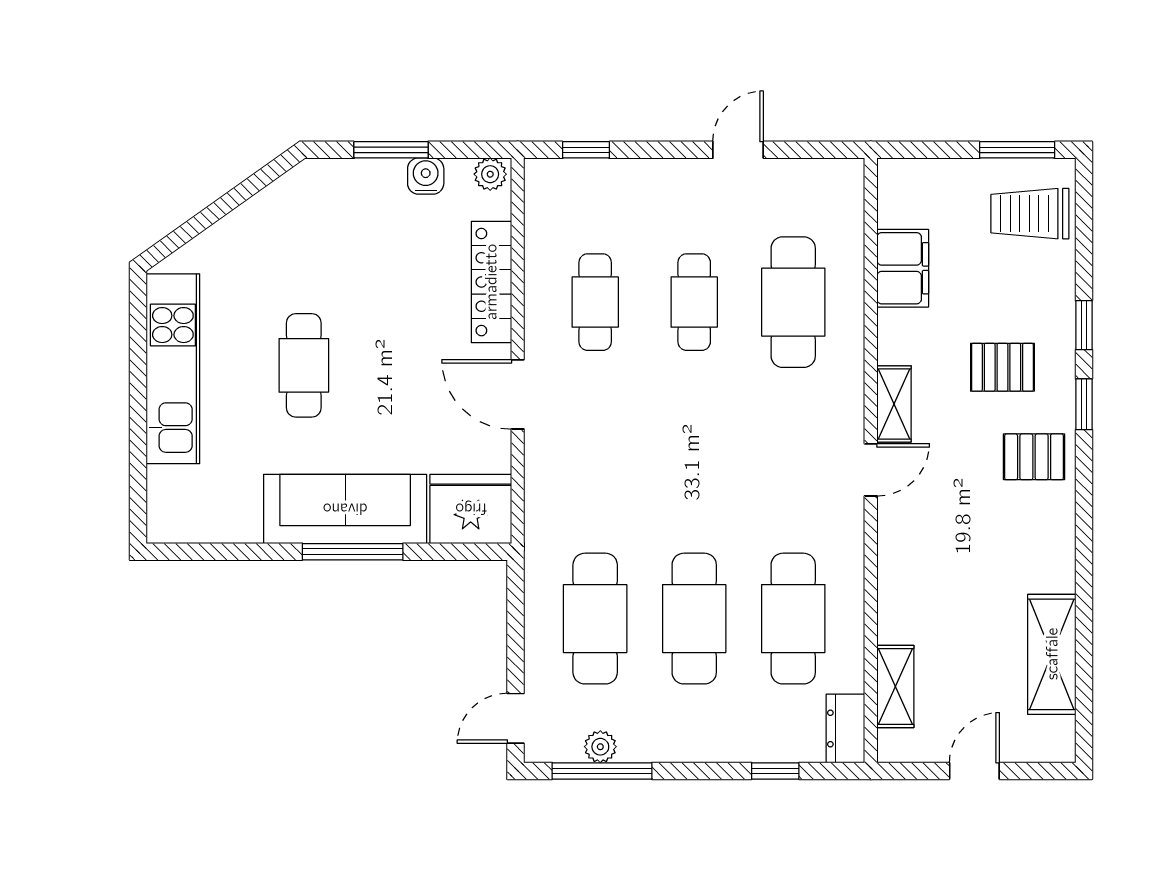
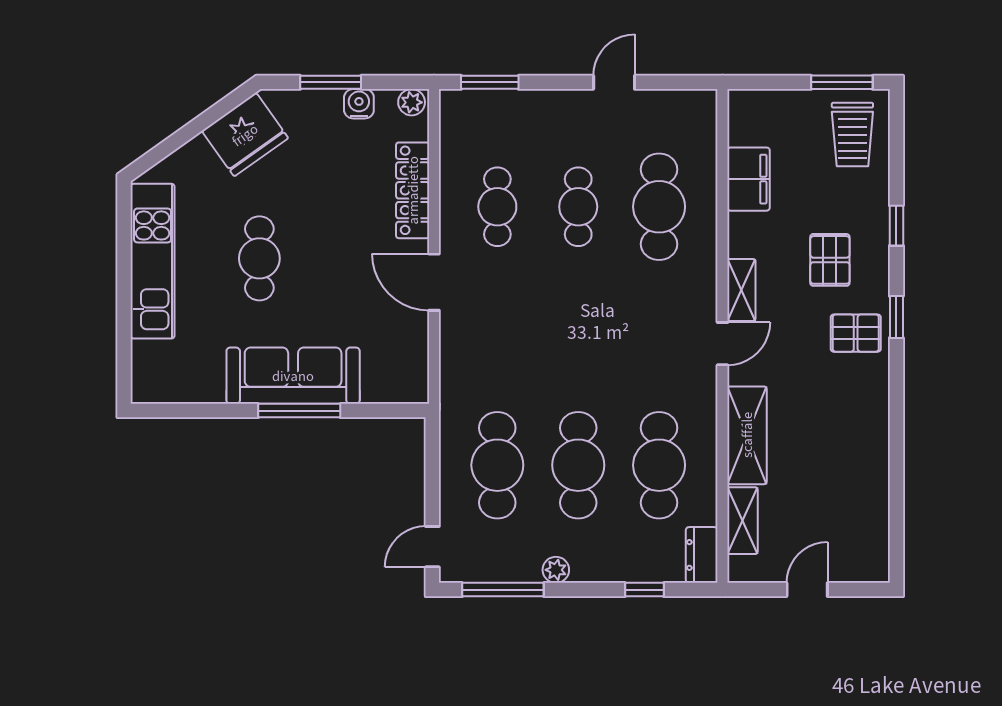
window: (586, 150) -> (490, 82), width x1.50
trolley: (1030, 214) -> (852, 134), turned -90
pallet: (1002, 367) -> (830, 260), turned 90
window: (1084, 404) -> (896, 317), moved
fridge: (471, 509) -> (245, 135), moved, turned 145
shelving: (1052, 654) -> (747, 435), moved
plant: (600, 747) -> (556, 570), moved

